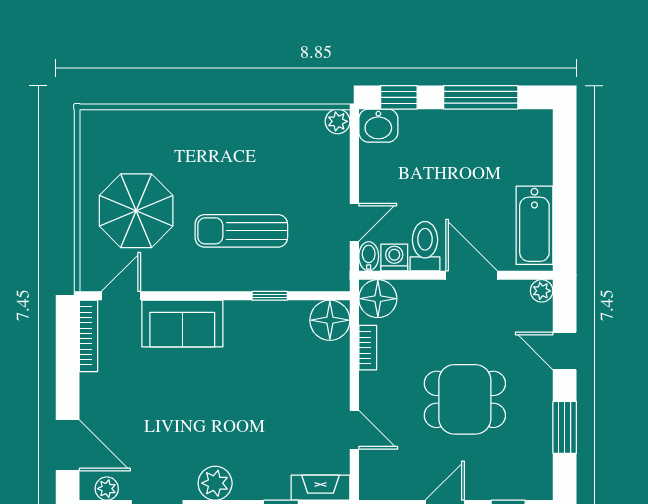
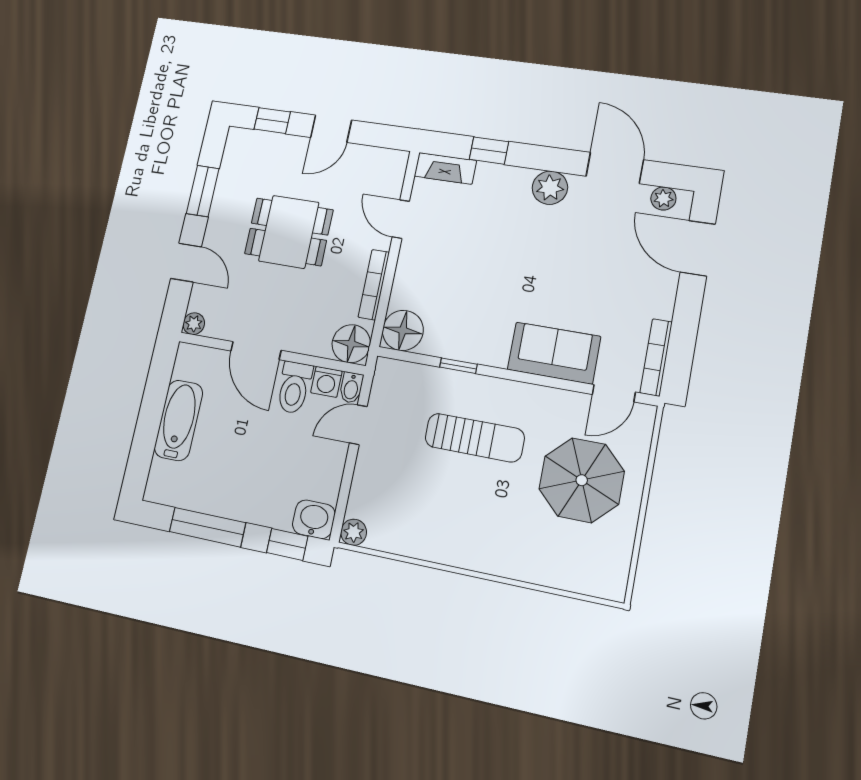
bathtub: (534, 225) -> (178, 420), moved
bookcase: (368, 348) -> (374, 285), width x1.56

